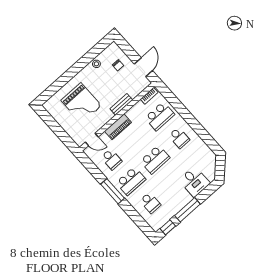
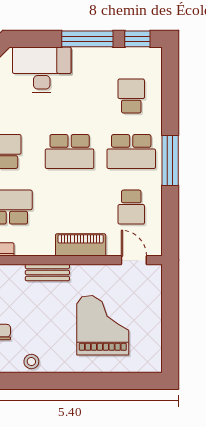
school desk: (111, 159) -> (131, 207), turned 180
school desk: (155, 159) -> (70, 152), turned 180
school desk: (131, 181) -> (131, 152), turned 180
desk: (194, 182) -> (42, 70), width x1.37

